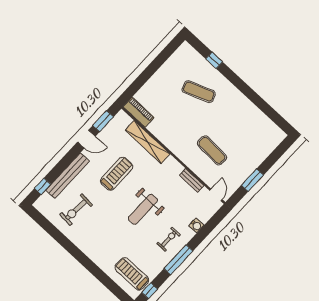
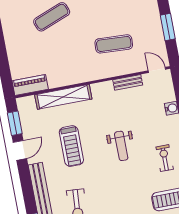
treadmill: (117, 174) -> (71, 146), turned 180
weight bench: (143, 209) -> (121, 146), width x0.73, depth x0.75
exercise bike: (169, 239) -> (165, 158), moved

